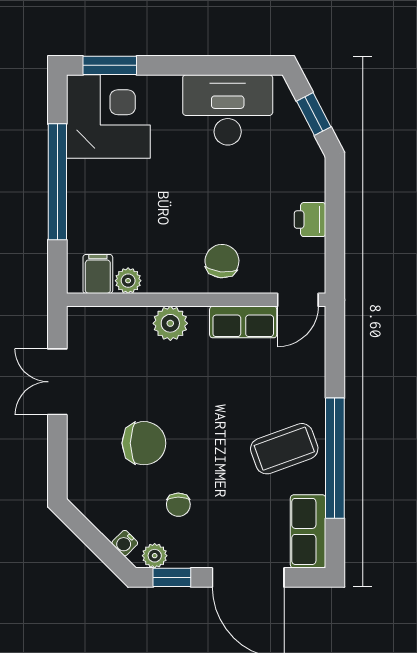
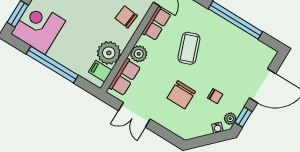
plant: (128, 281) -> (109, 53), width x1.88, depth x1.88
chair: (144, 443) -> (181, 95), turned 180
coffee table: (284, 449) -> (189, 48), moved
row of seats: (308, 531) -> (125, 77), moved, turned -90

